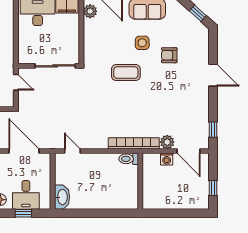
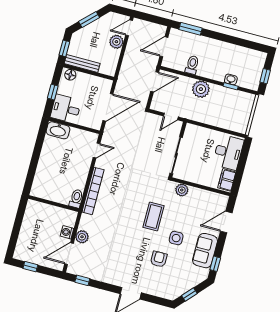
plant: (90, 11) -> (182, 190), moved
bookcase: (134, 143) -> (93, 191), moved
desk: (26, 195) -> (66, 109), moved

